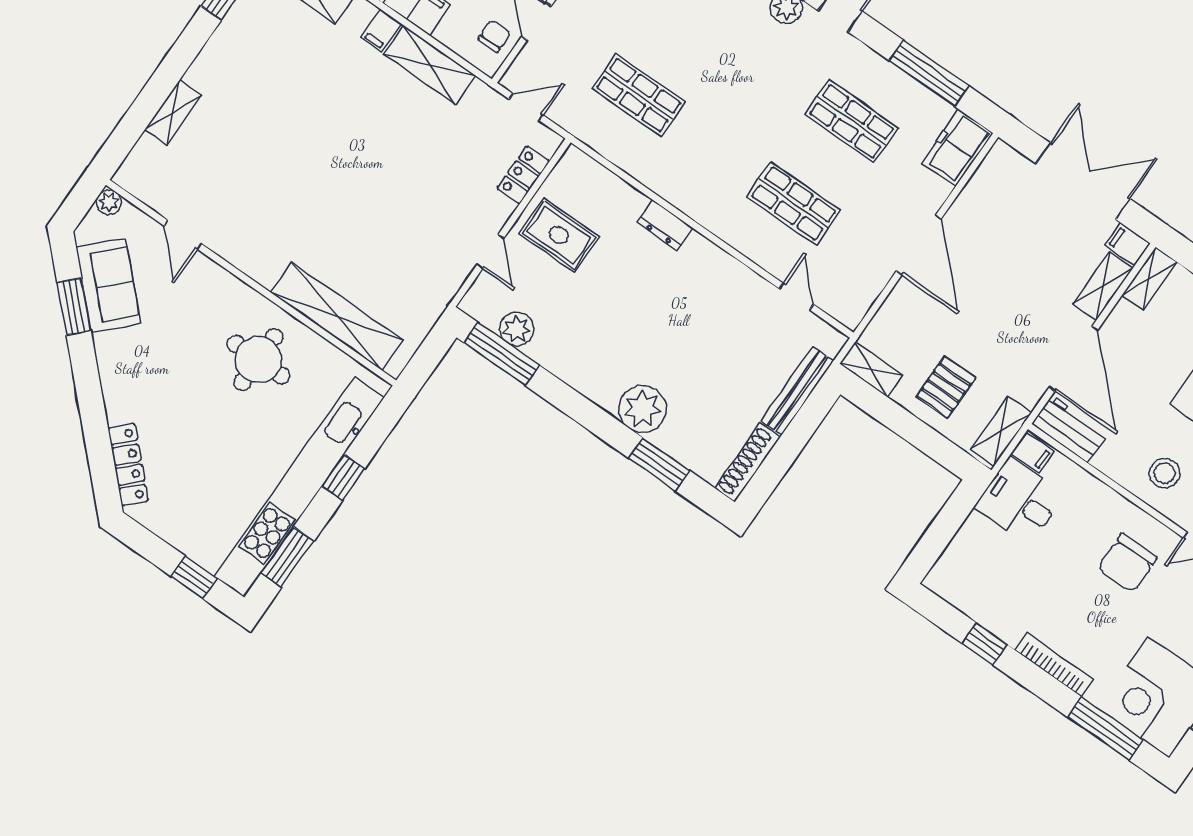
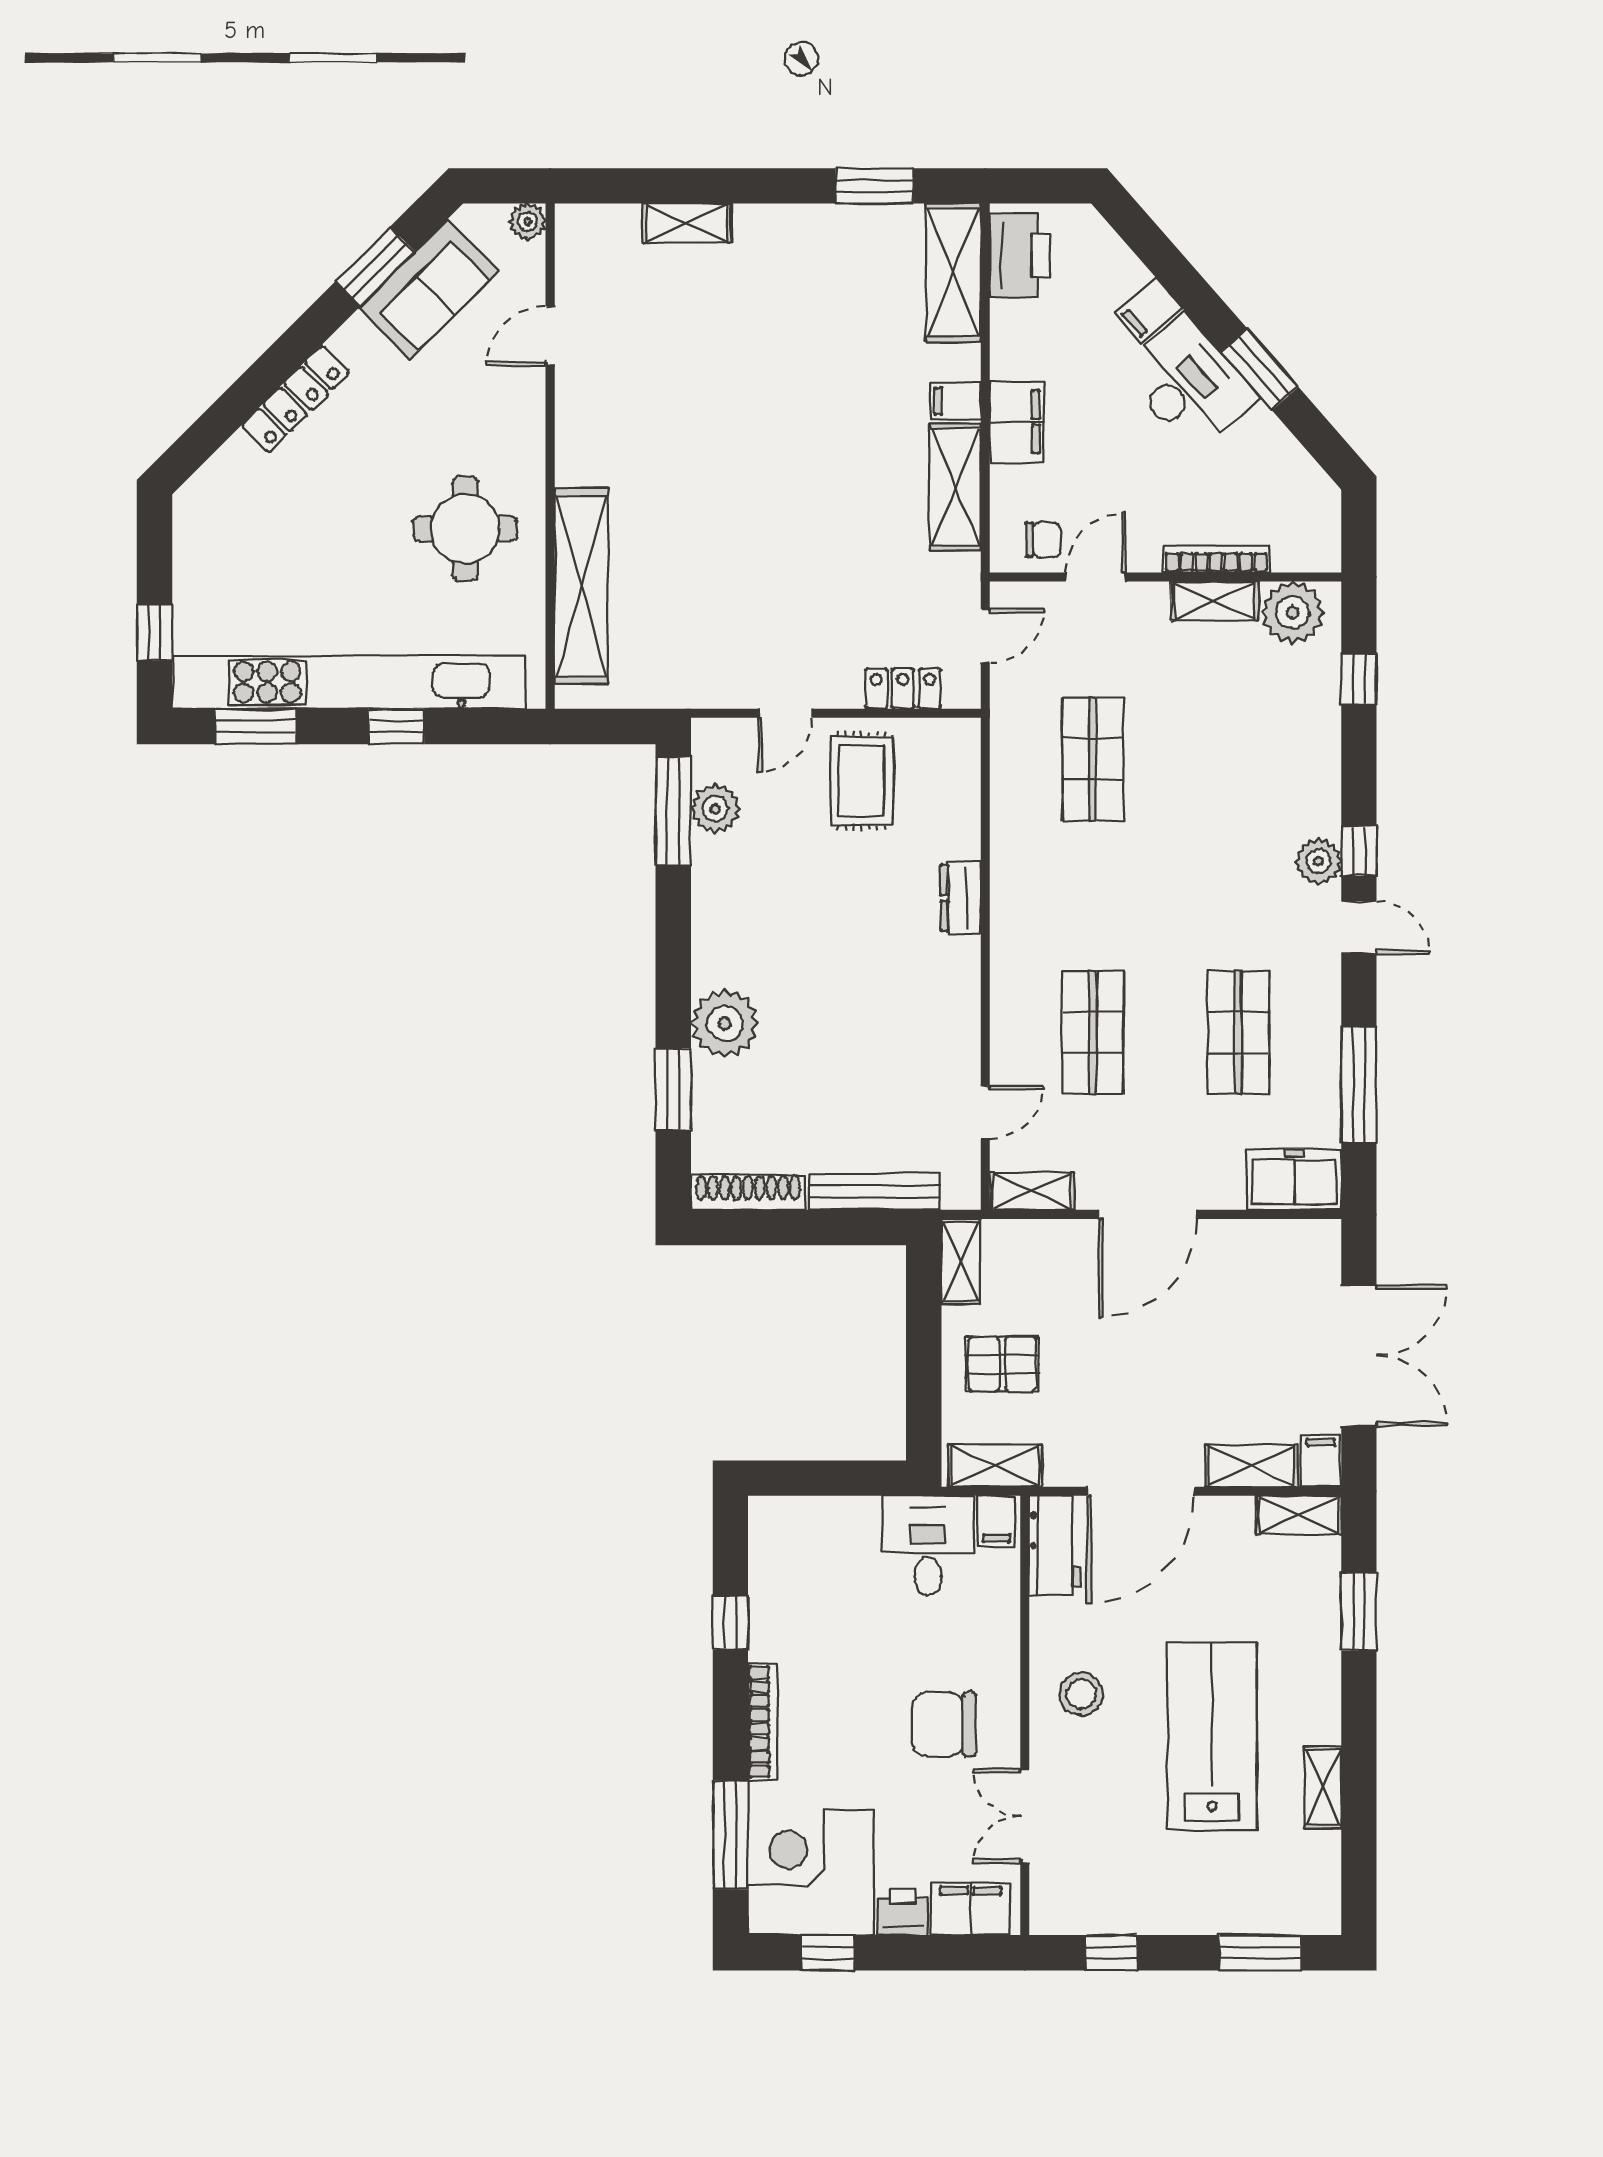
door: (526, 107) -> (985, 636), hinge flipped
shelving: (860, 301) -> (1032, 1191), added
locker: (128, 465) -> (295, 399), moved

